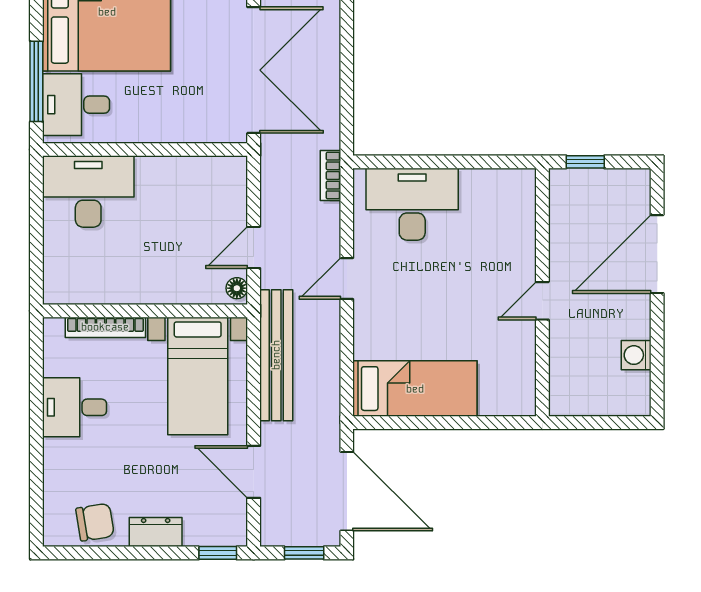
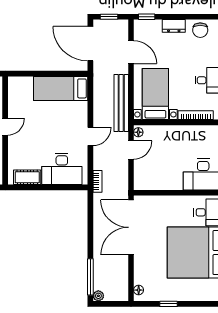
cot: (492, 185) -> (27, 177), added
chair: (95, 522) -> (200, 30), turned -81

